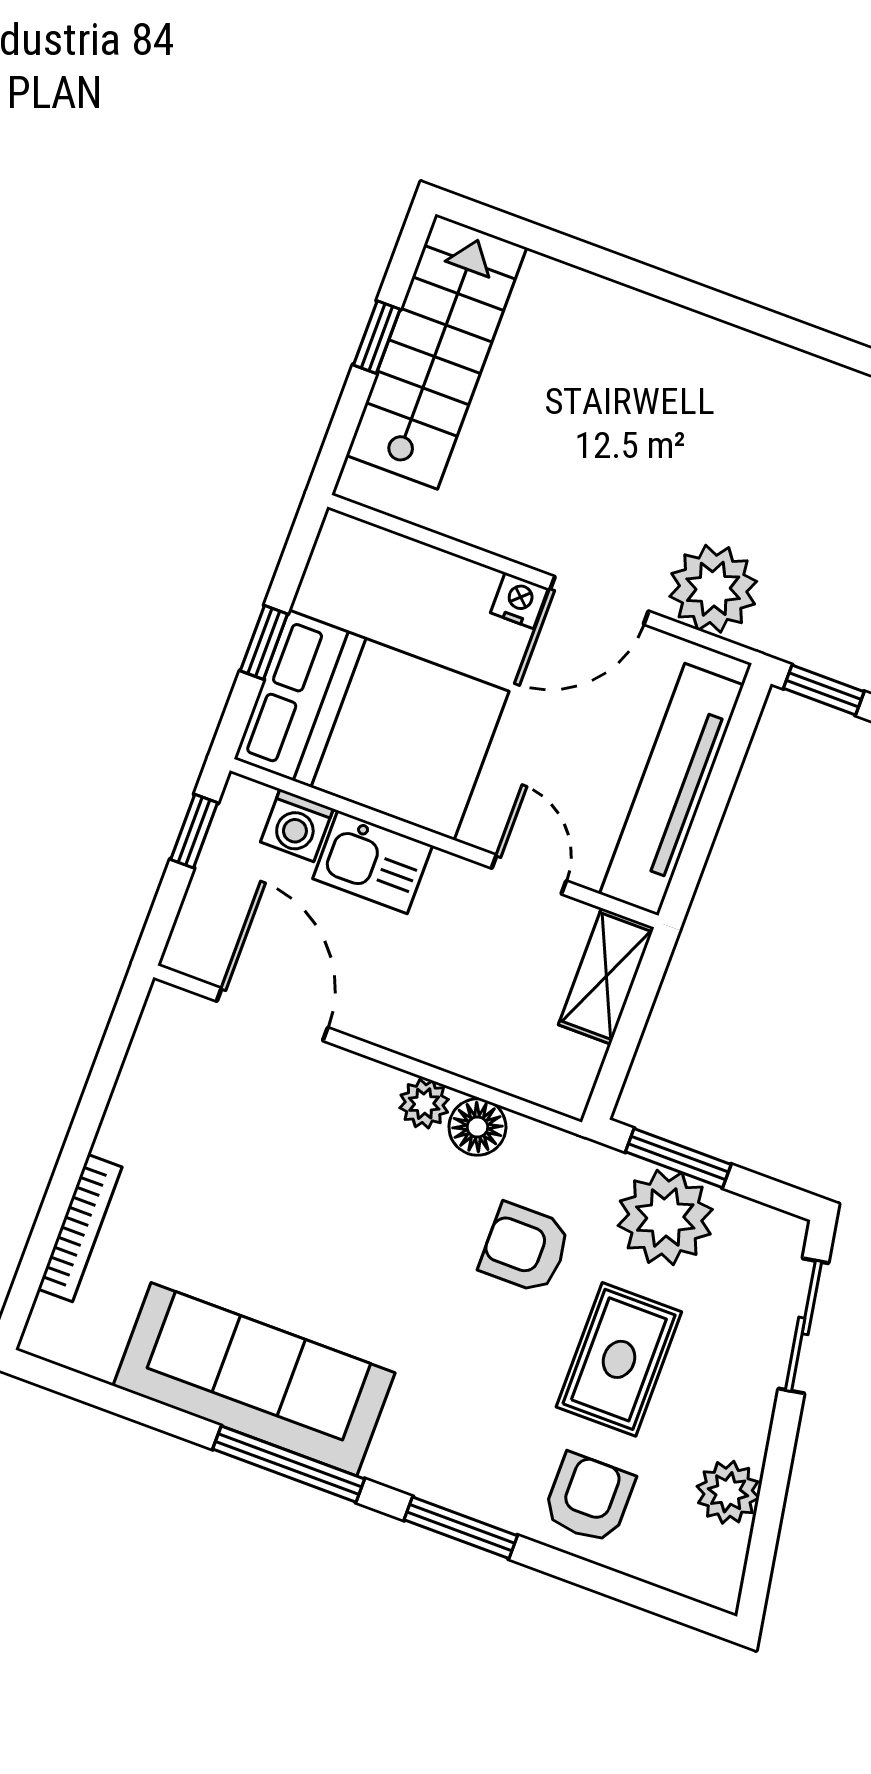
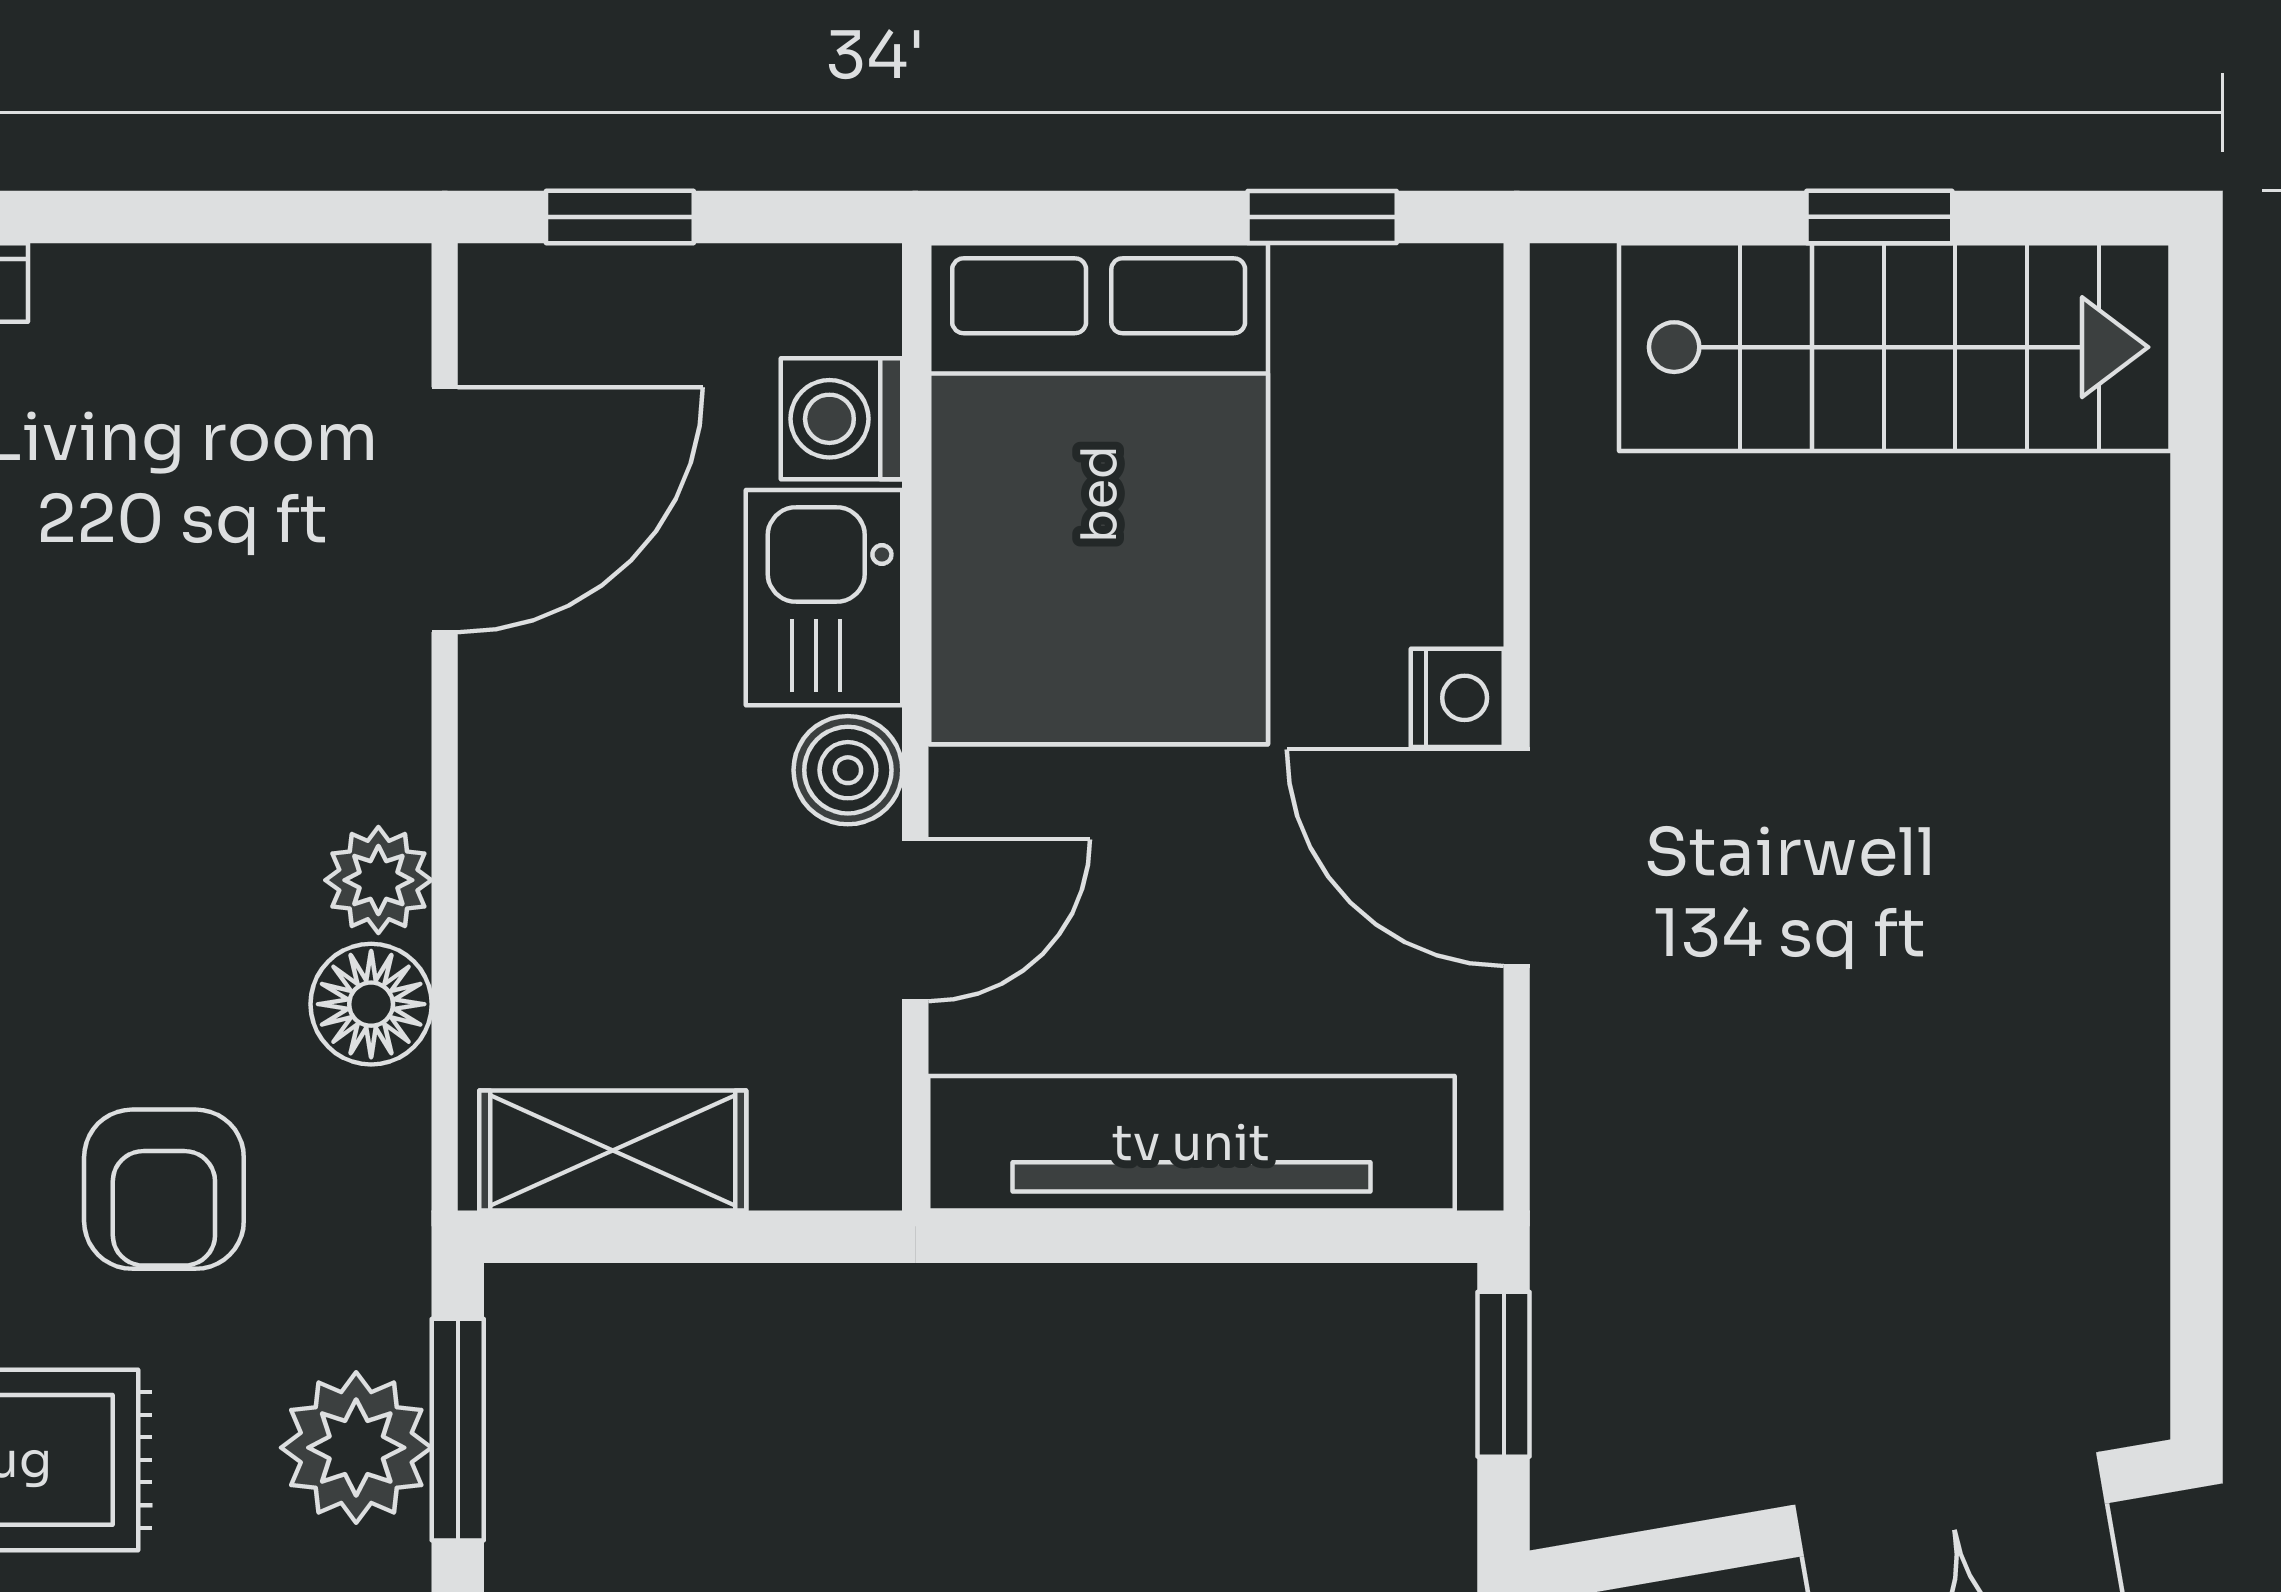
plant: (713, 589) -> (1624, 1078), removed
window: (264, 642) -> (1322, 217), moved
window: (194, 831) -> (620, 217), moved
boiler: (452, 880) -> (848, 770), added
shelving: (606, 976) -> (613, 1150), moved
plant: (665, 1218) -> (356, 1448), width x0.73, depth x0.73
armchair: (525, 1248) -> (164, 1189), turned 180

